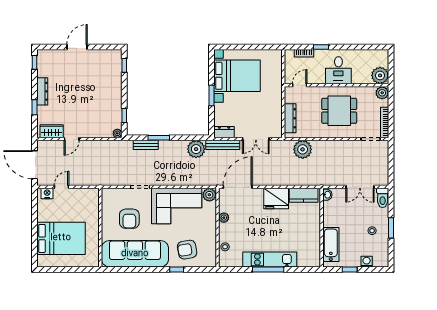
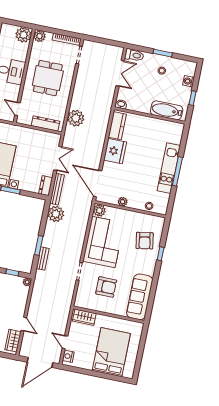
wardrobe: (92, 202) -> (84, 317), added
sofa: (135, 254) -> (140, 297), width x0.74, depth x0.79

